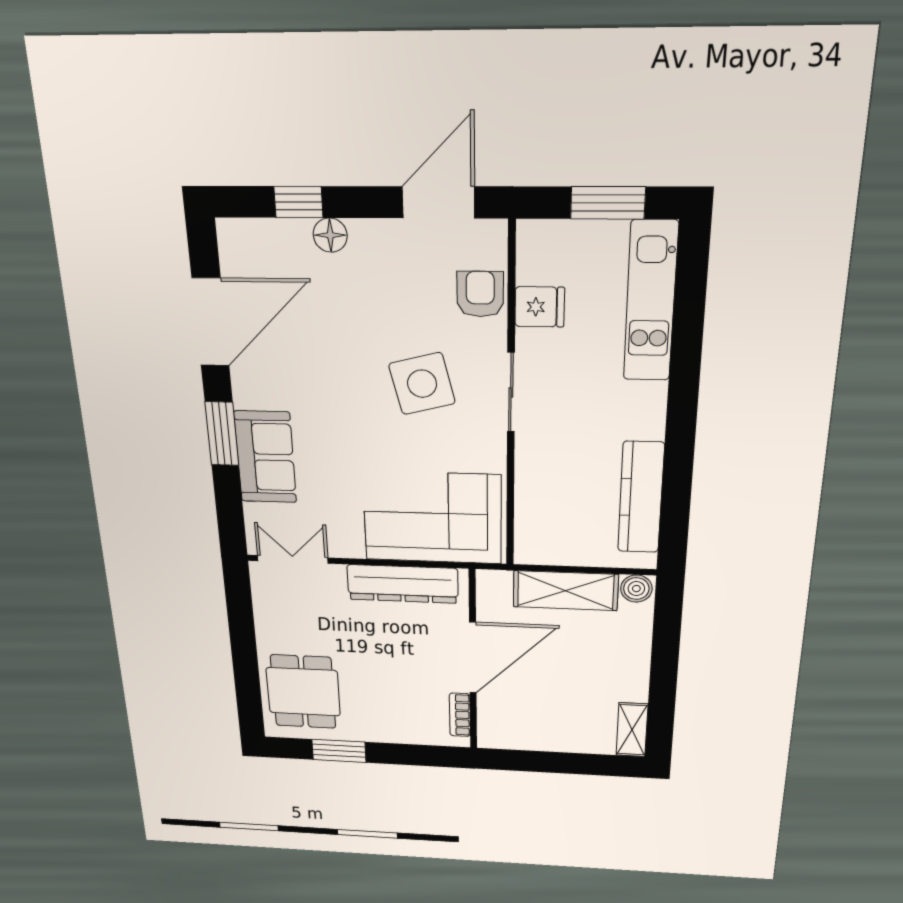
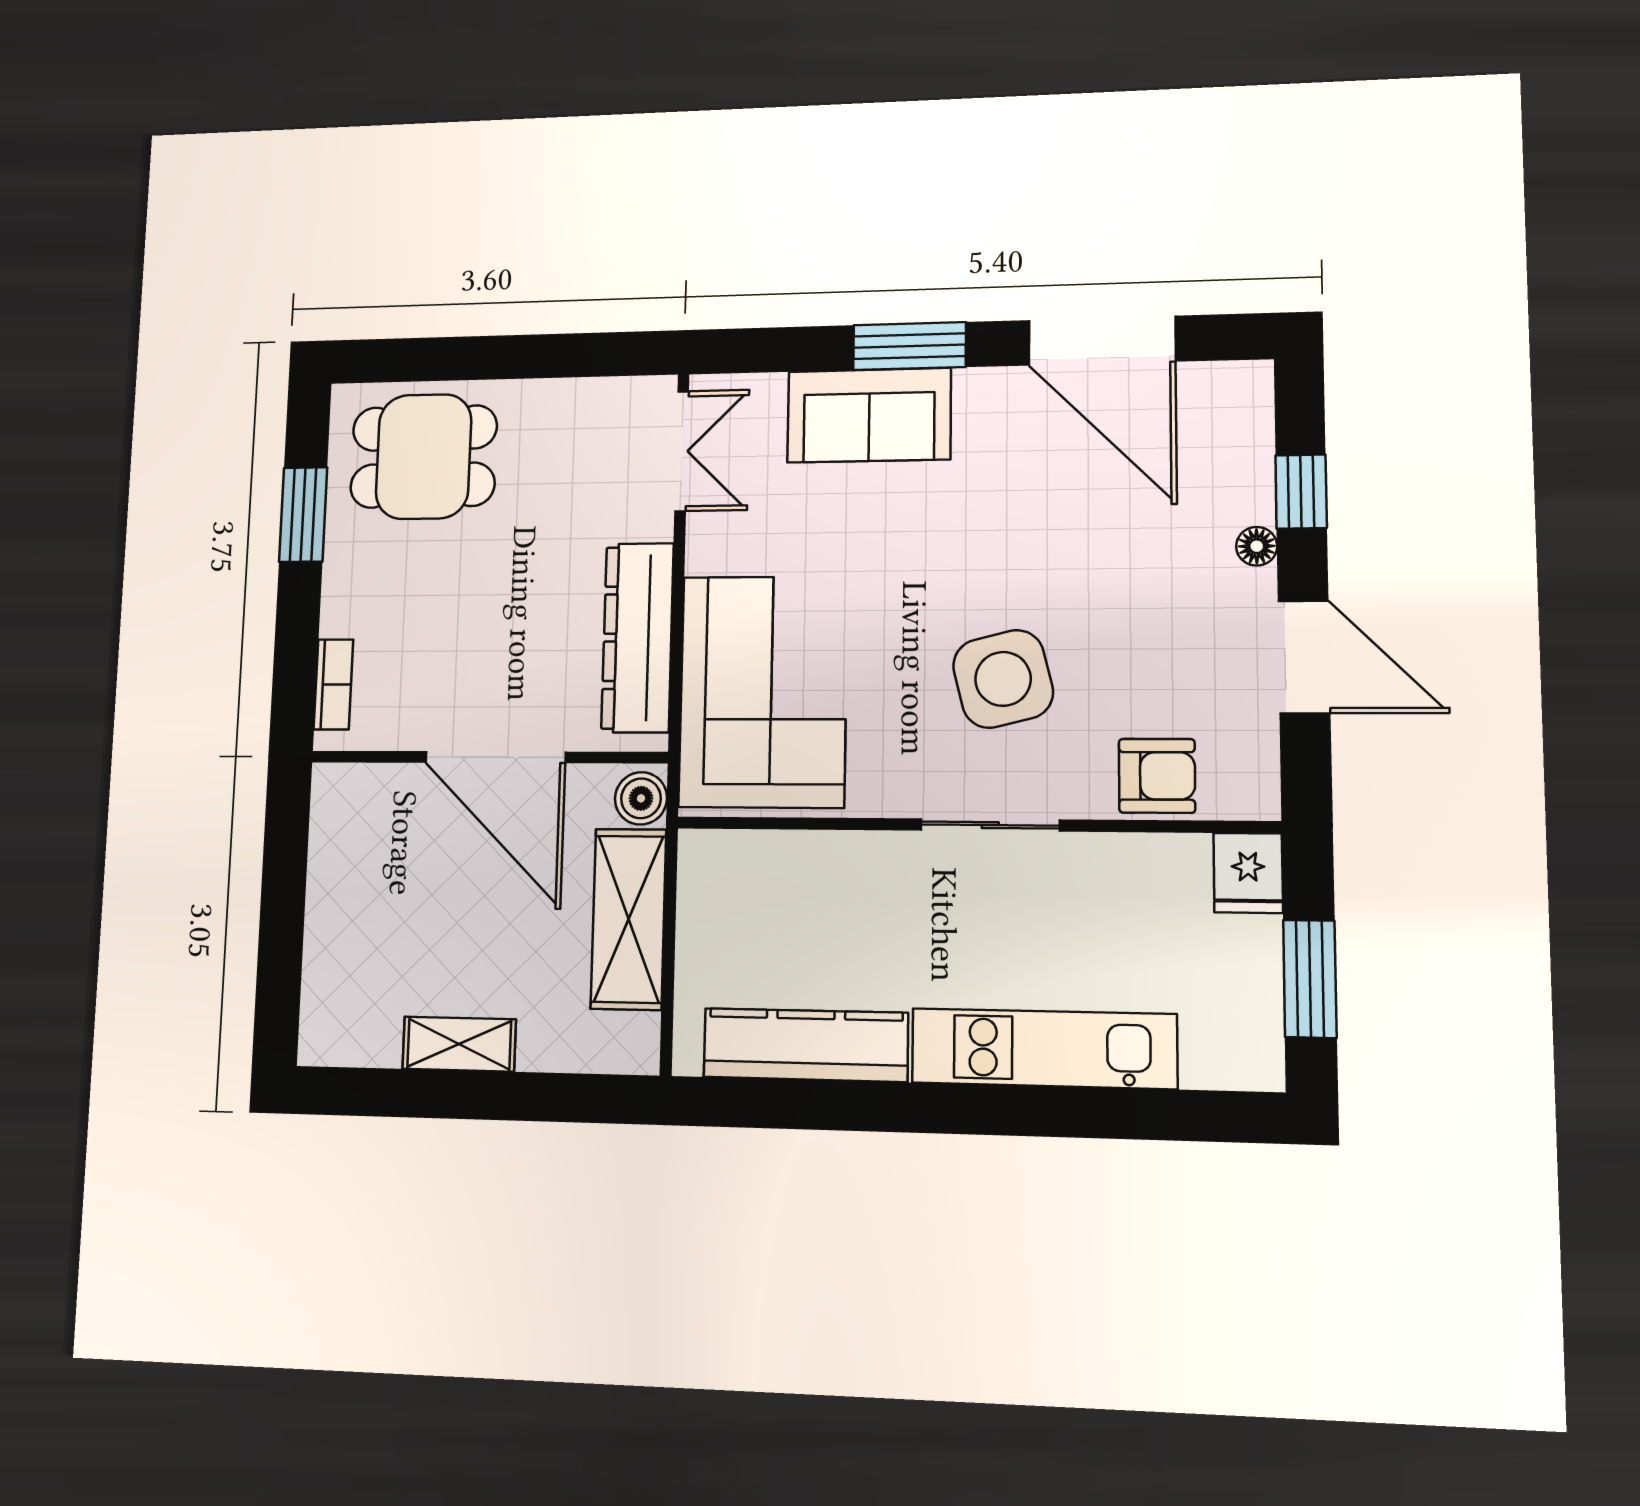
door: (439, 202) -> (1304, 657), moved
floor lamp: (330, 235) -> (1257, 546), width x0.73, depth x0.73
kitchen unit: (650, 302) -> (1044, 1048), moved
fridge: (540, 307) -> (1248, 873), moved
boiler: (636, 589) -> (641, 798), moved
bookcase: (460, 715) -> (333, 684), moved, turned 90
shelving: (632, 730) -> (459, 1044), moved

